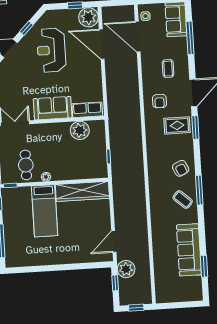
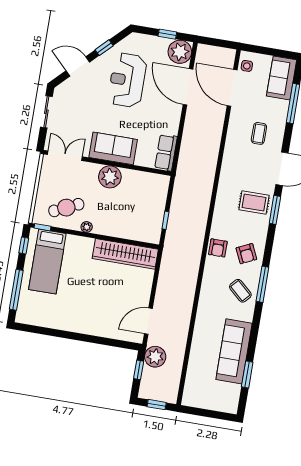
armchair: (159, 101) -> (218, 248), moved
row of seats: (87, 110) -> (166, 153), moved, turned -90
plant: (80, 130) -> (110, 177), moved
cafe table: (26, 165) -> (66, 208), turned 65
bed: (45, 211) -> (47, 262), moved

